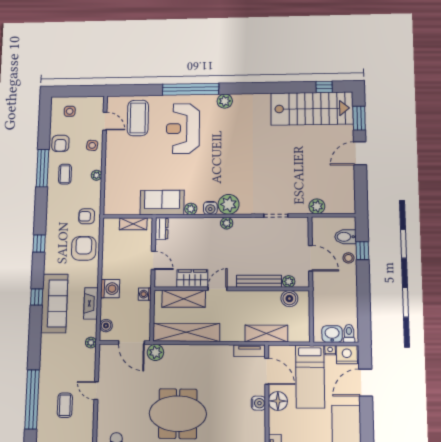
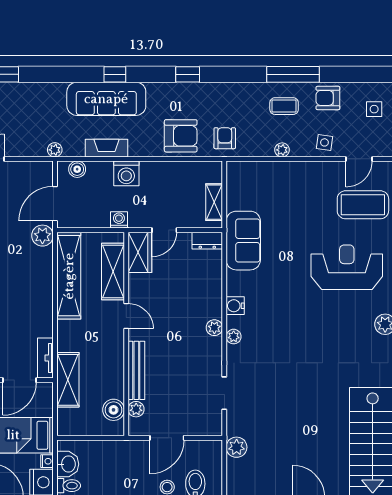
plant: (229, 204) -> (234, 337), width x0.53, depth x0.53
plant: (191, 209) -> (234, 280), removed
wardrobe: (192, 278) -> (140, 252), moved

